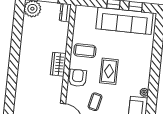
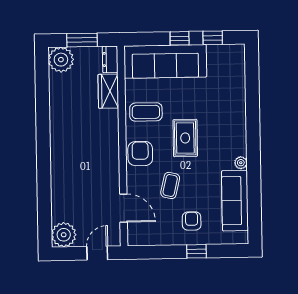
sofa: (124, 21) -> (165, 61), moved
wardrobe: (58, 64) -> (108, 91), moved

